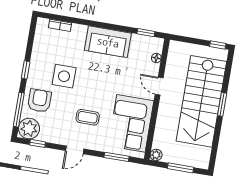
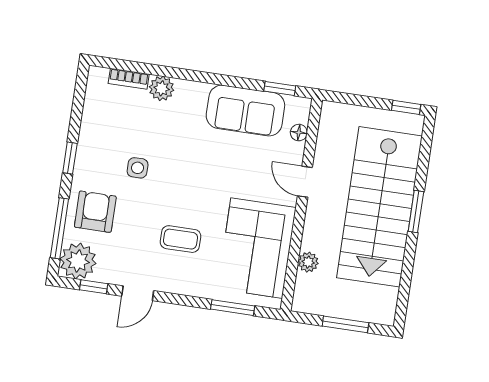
plant: (79, 31) -> (162, 88), added
sofa: (108, 42) -> (245, 111), moved
side table: (64, 76) -> (138, 168), width x0.54, depth x0.54
door: (75, 150) -> (138, 293), moved
plant: (156, 155) -> (308, 262), moved

